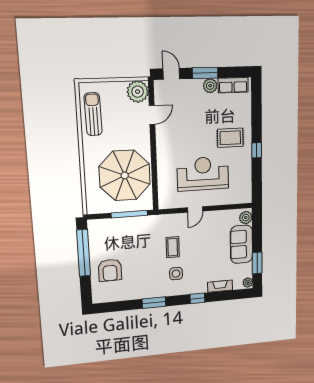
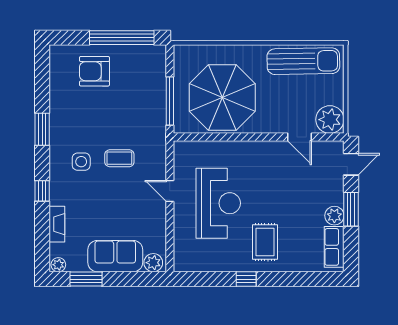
sun lounger: (93, 114) -> (303, 61), width x1.36, depth x1.34

